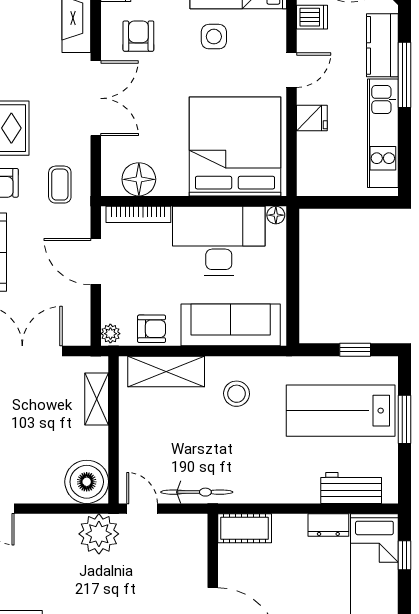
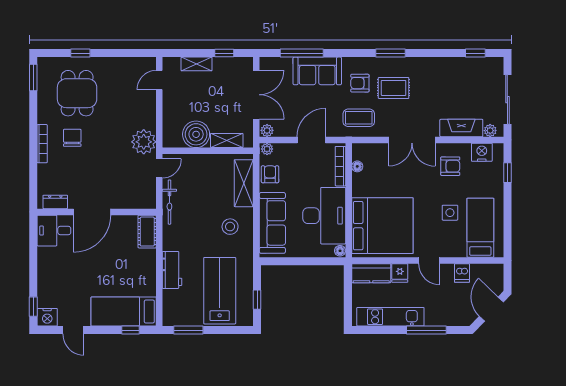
kitchen counter: (382, 45) -> (371, 273), moved, turned 180
floor lamp: (139, 179) -> (357, 166), width x0.53, depth x0.53
coffee table: (60, 185) -> (359, 118), width x1.36, depth x1.30
armchair: (152, 329) -> (270, 174), turned 180
plant: (80, 334) -> (267, 130), added
window: (405, 419) -> (188, 330), moved
boiler: (87, 482) -> (196, 134), moved
workbench: (351, 488) -> (172, 270), moved
dresser: (328, 525) -> (149, 283), removed

